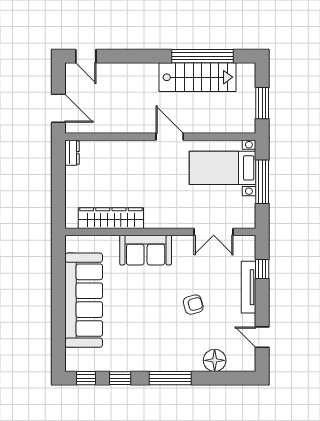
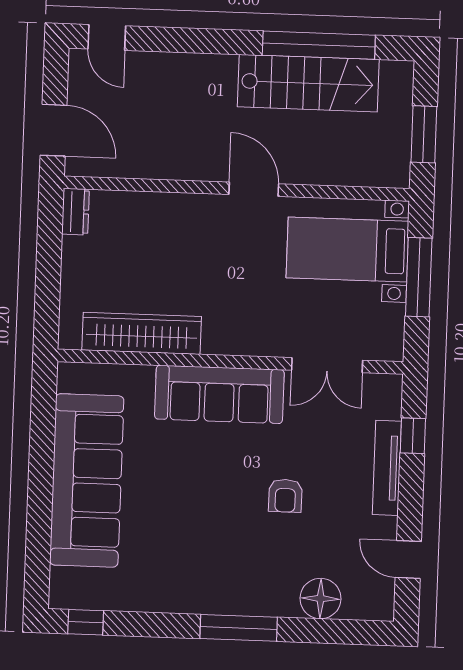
sofa: (146, 250) -> (219, 394), width x1.36
armchair: (193, 305) -> (285, 496), turned 105
window: (120, 378) -> (148, 625), removed

